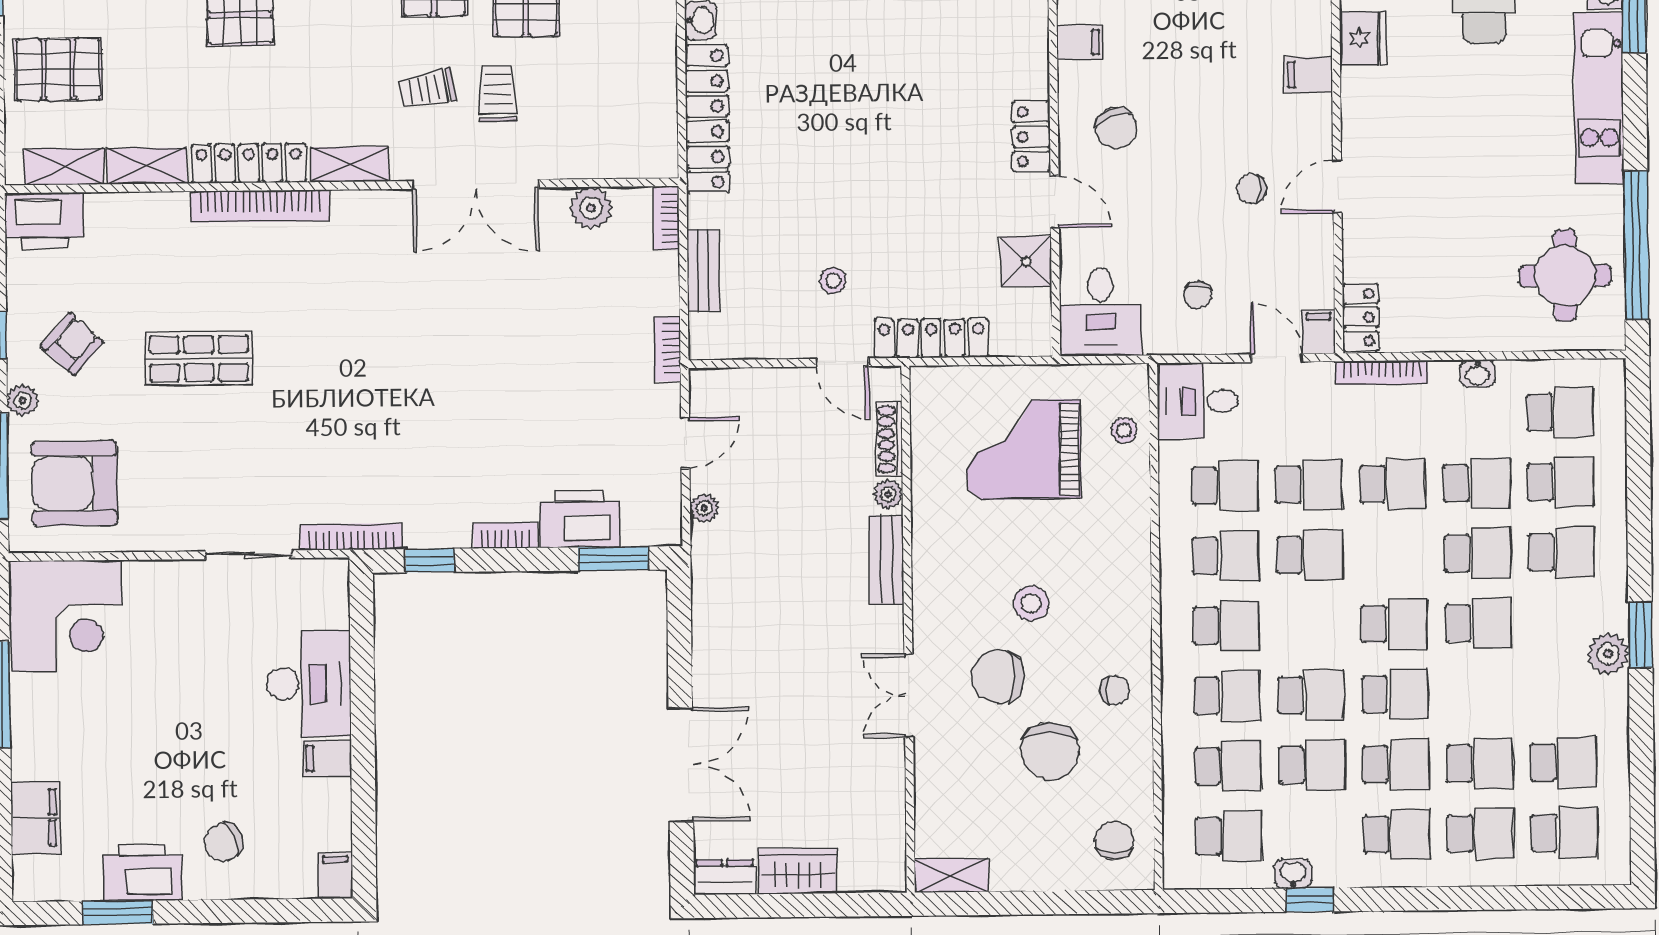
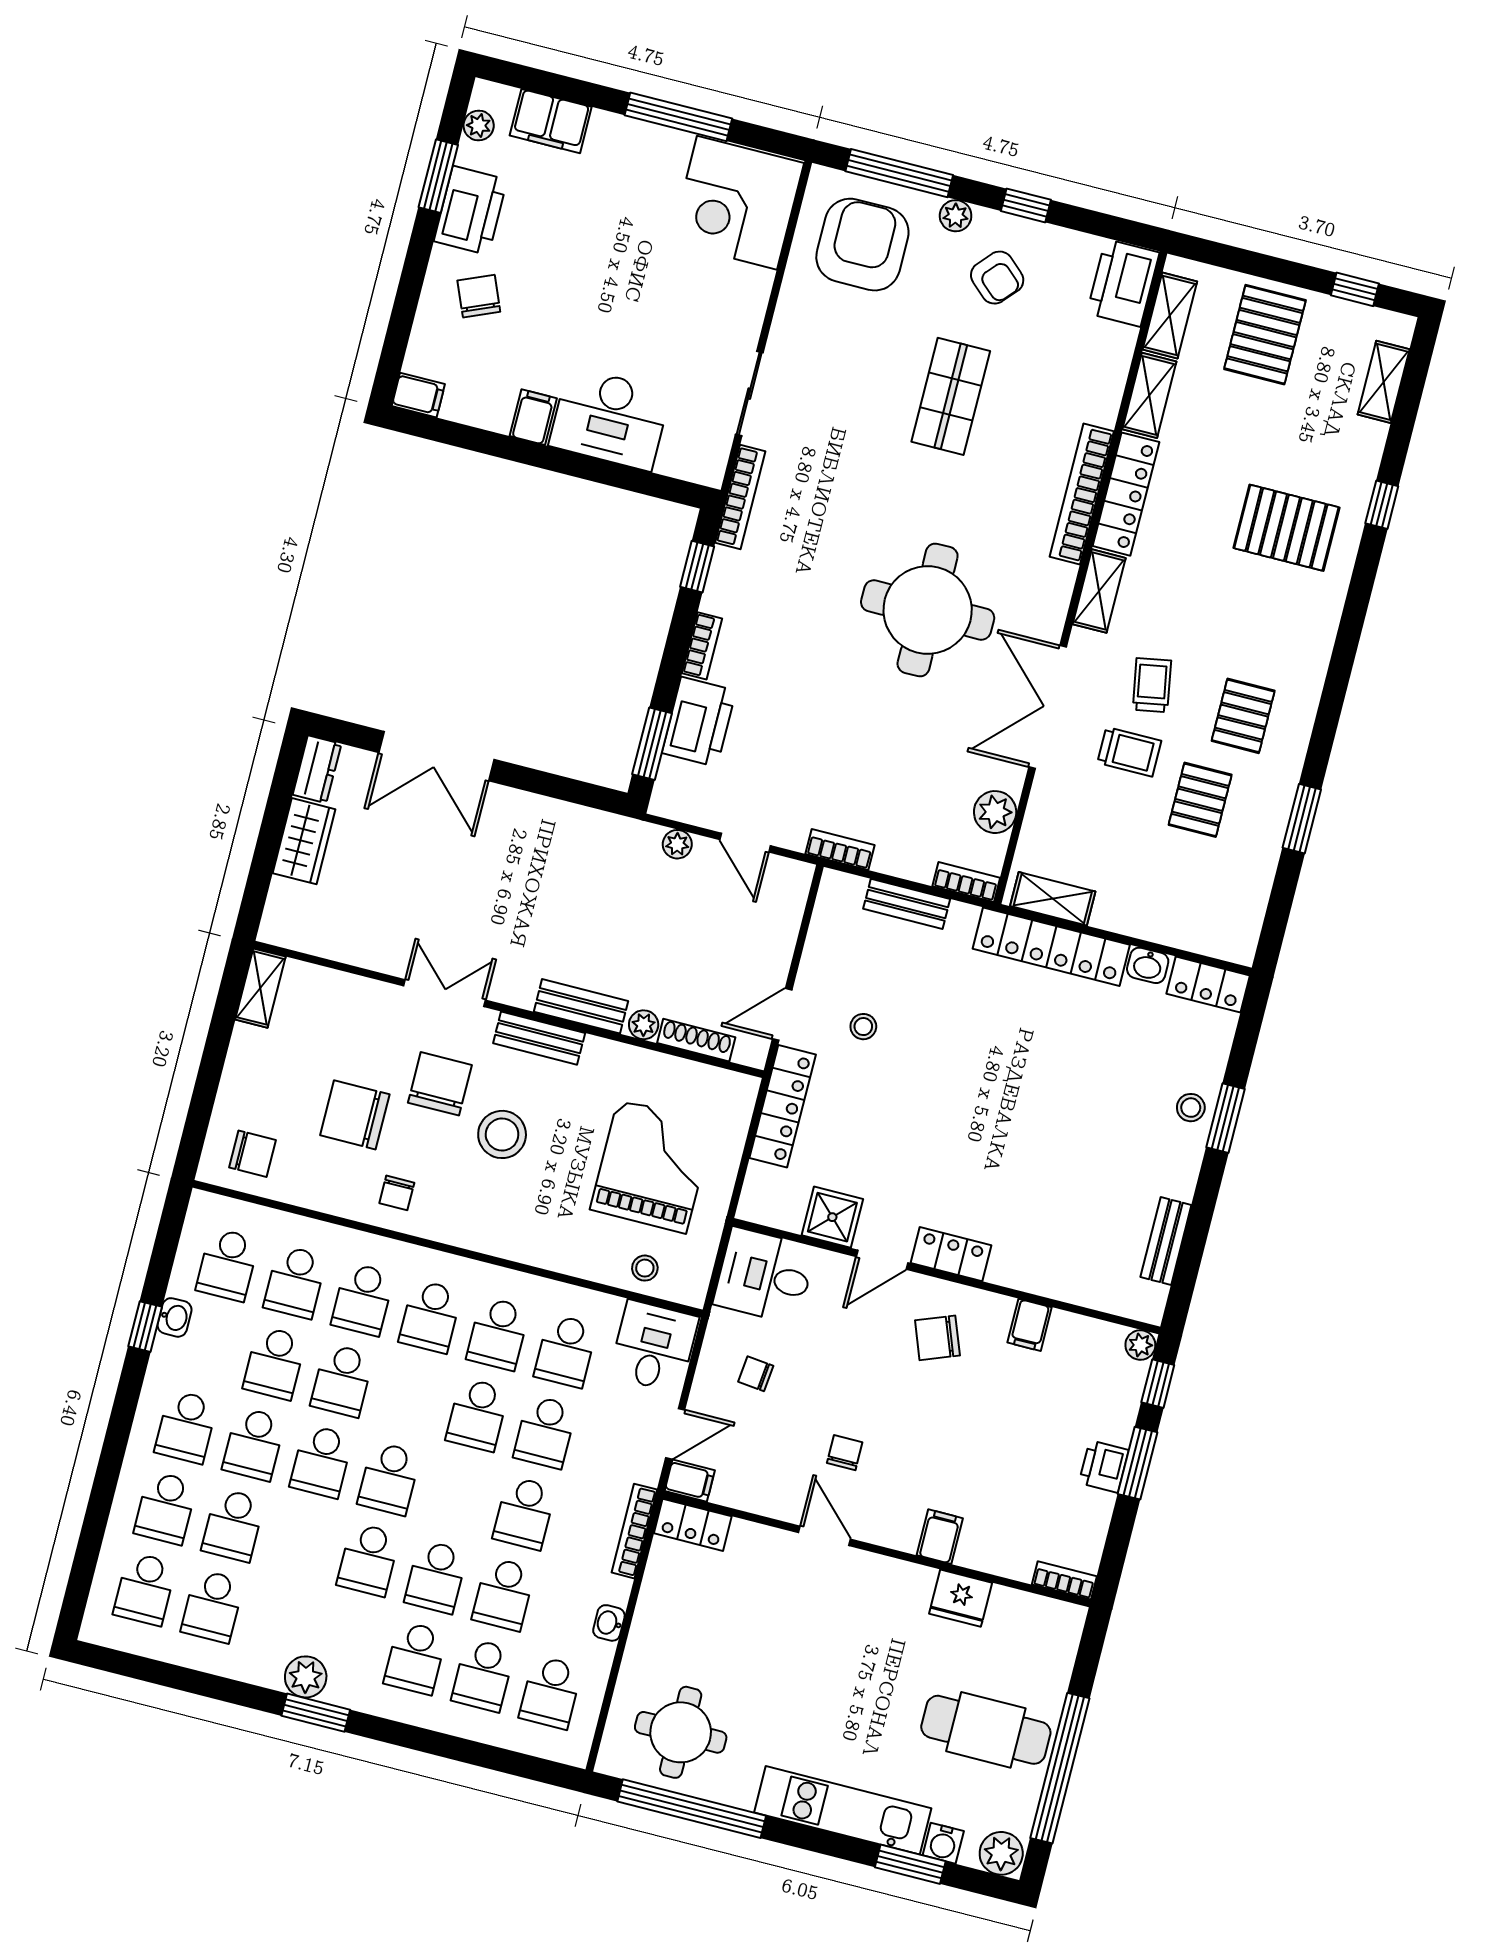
shelving: (660, 130) -> (1053, 899), added
round table: (412, 326) -> (928, 610), added
bench: (928, 592) -> (539, 1038), added
stool: (1031, 603) -> (502, 1134), width x1.38, depth x1.38
plant: (58, 886) -> (479, 125), added

